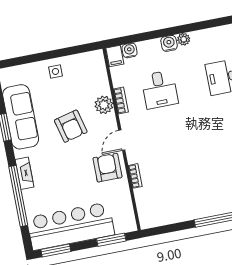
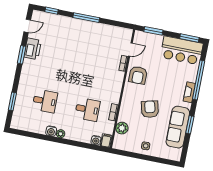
water cooler: (169, 43) -> (51, 131), moved
desk: (160, 90) -> (87, 109), turned 90
plant: (104, 105) -> (122, 128), moved
door: (122, 140) -> (130, 49), moved
bar counter: (71, 226) -> (182, 50), width x0.73

